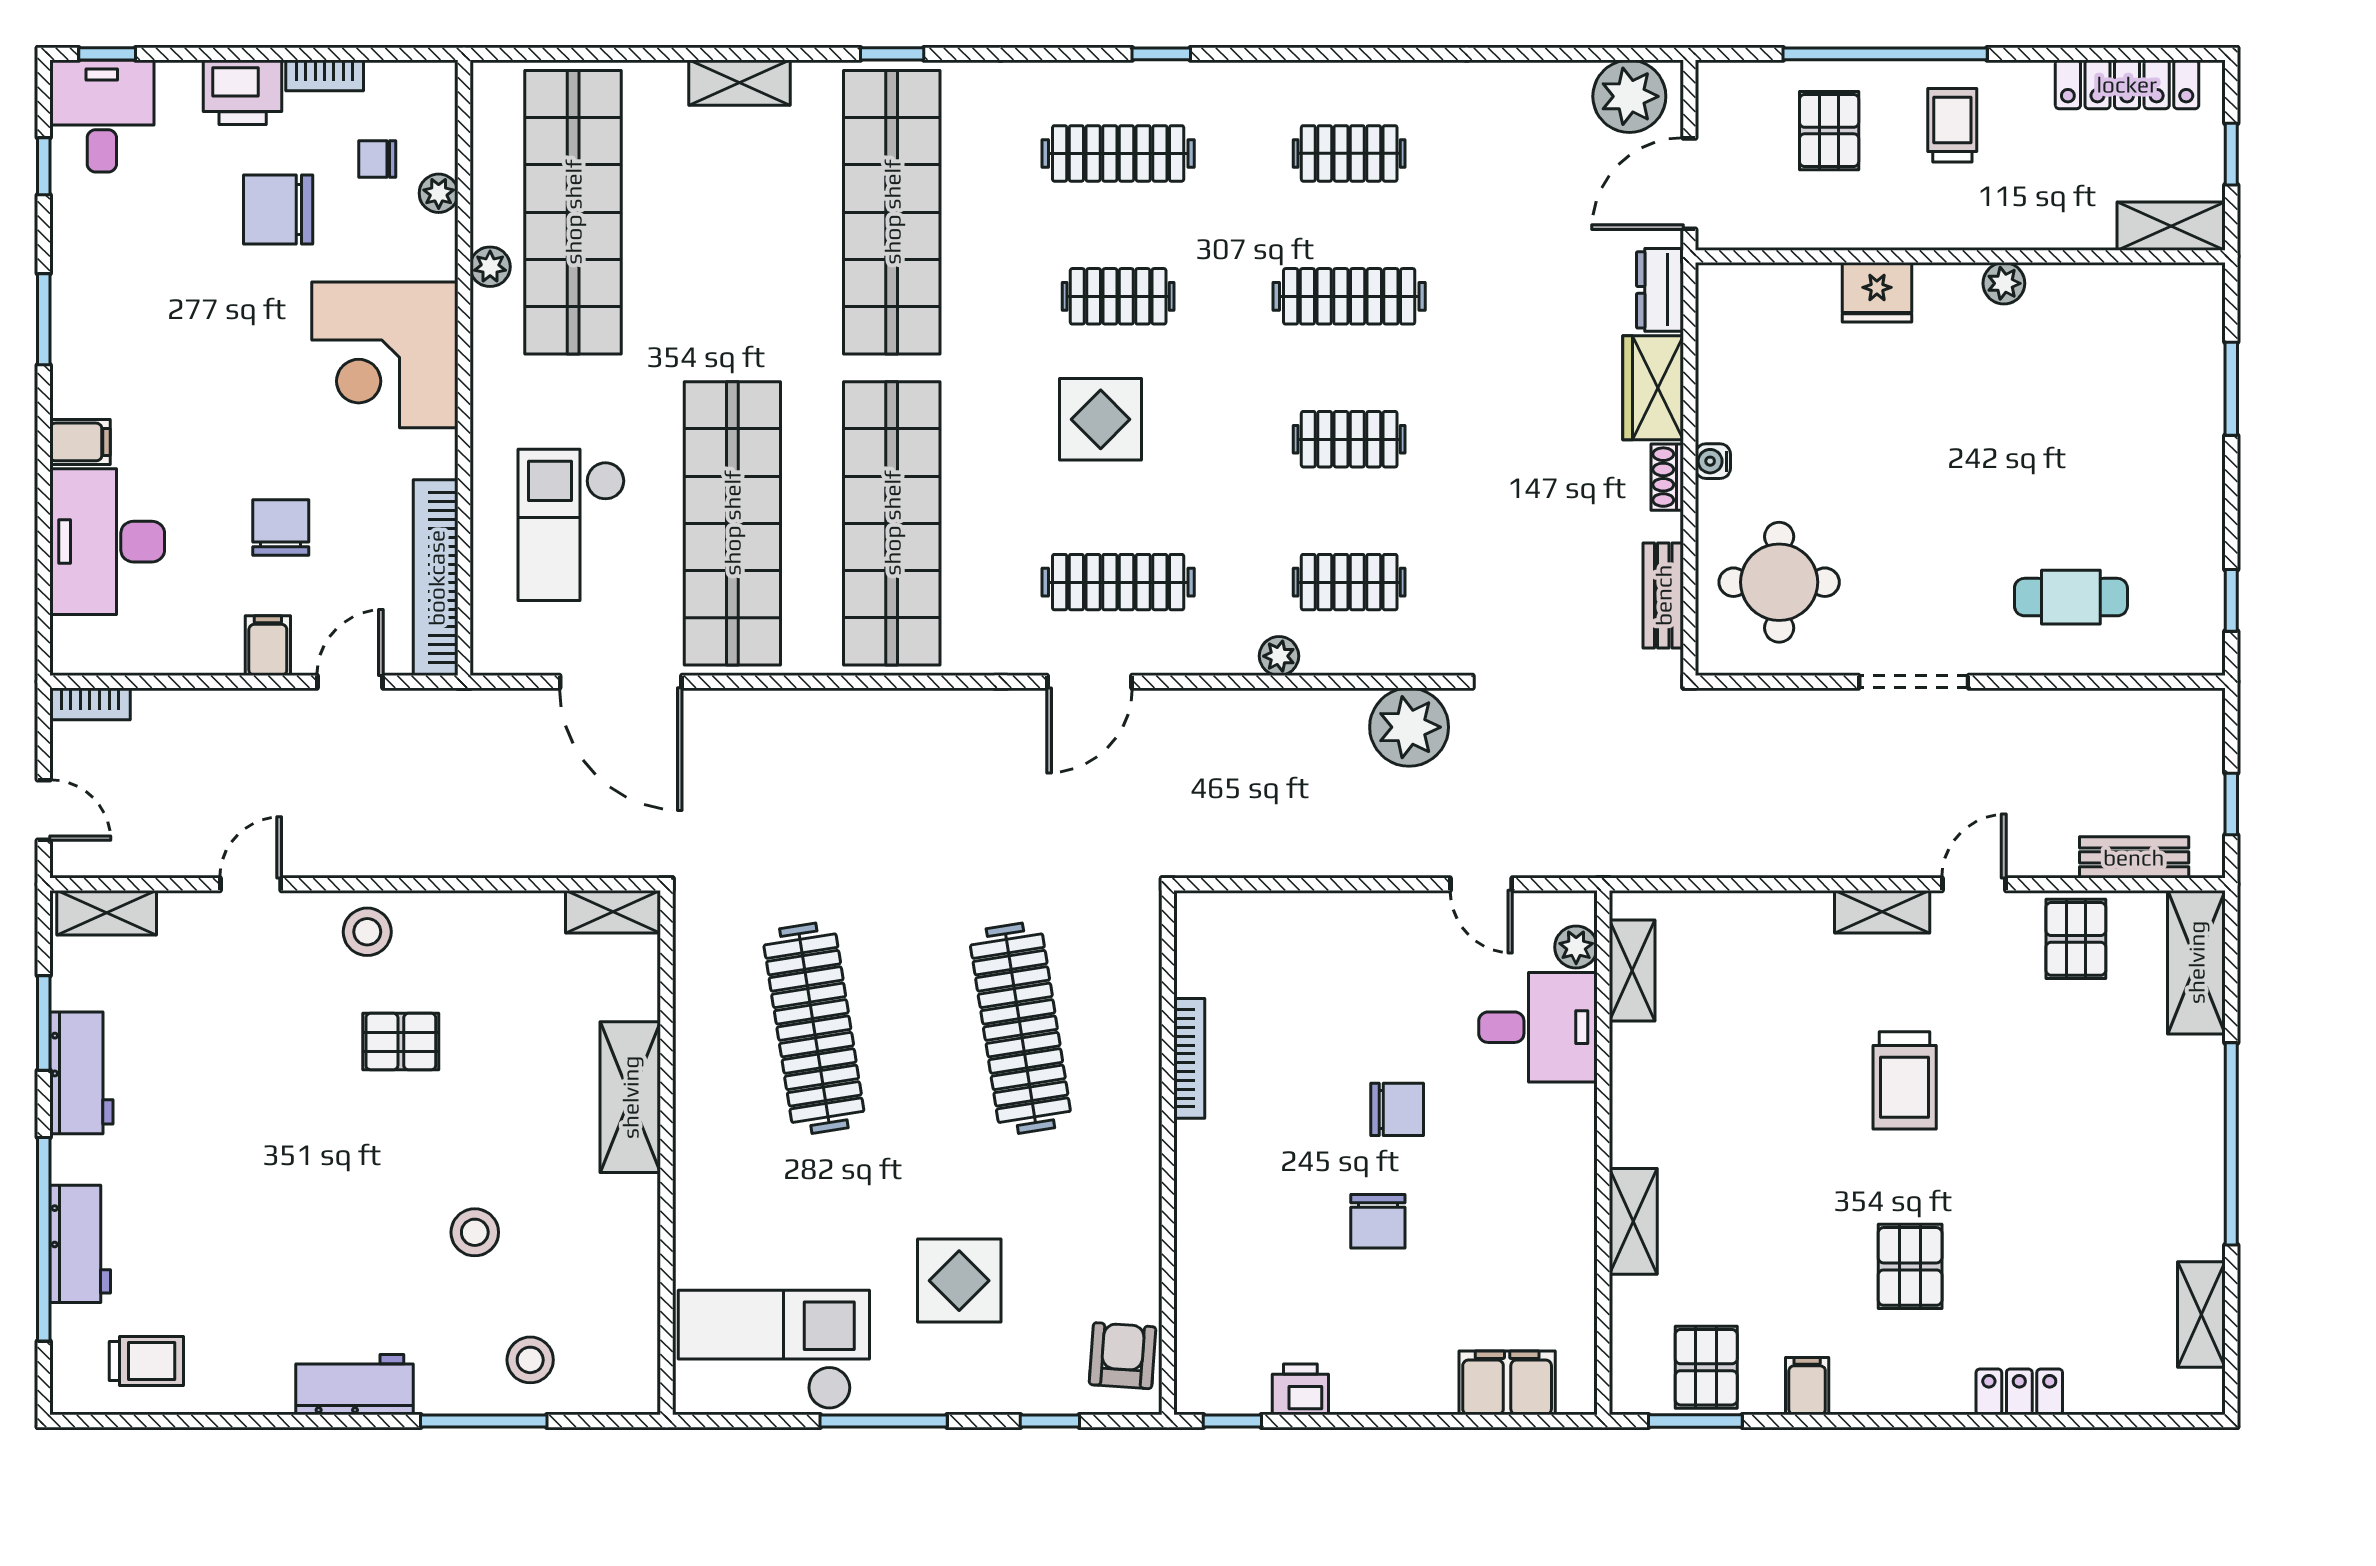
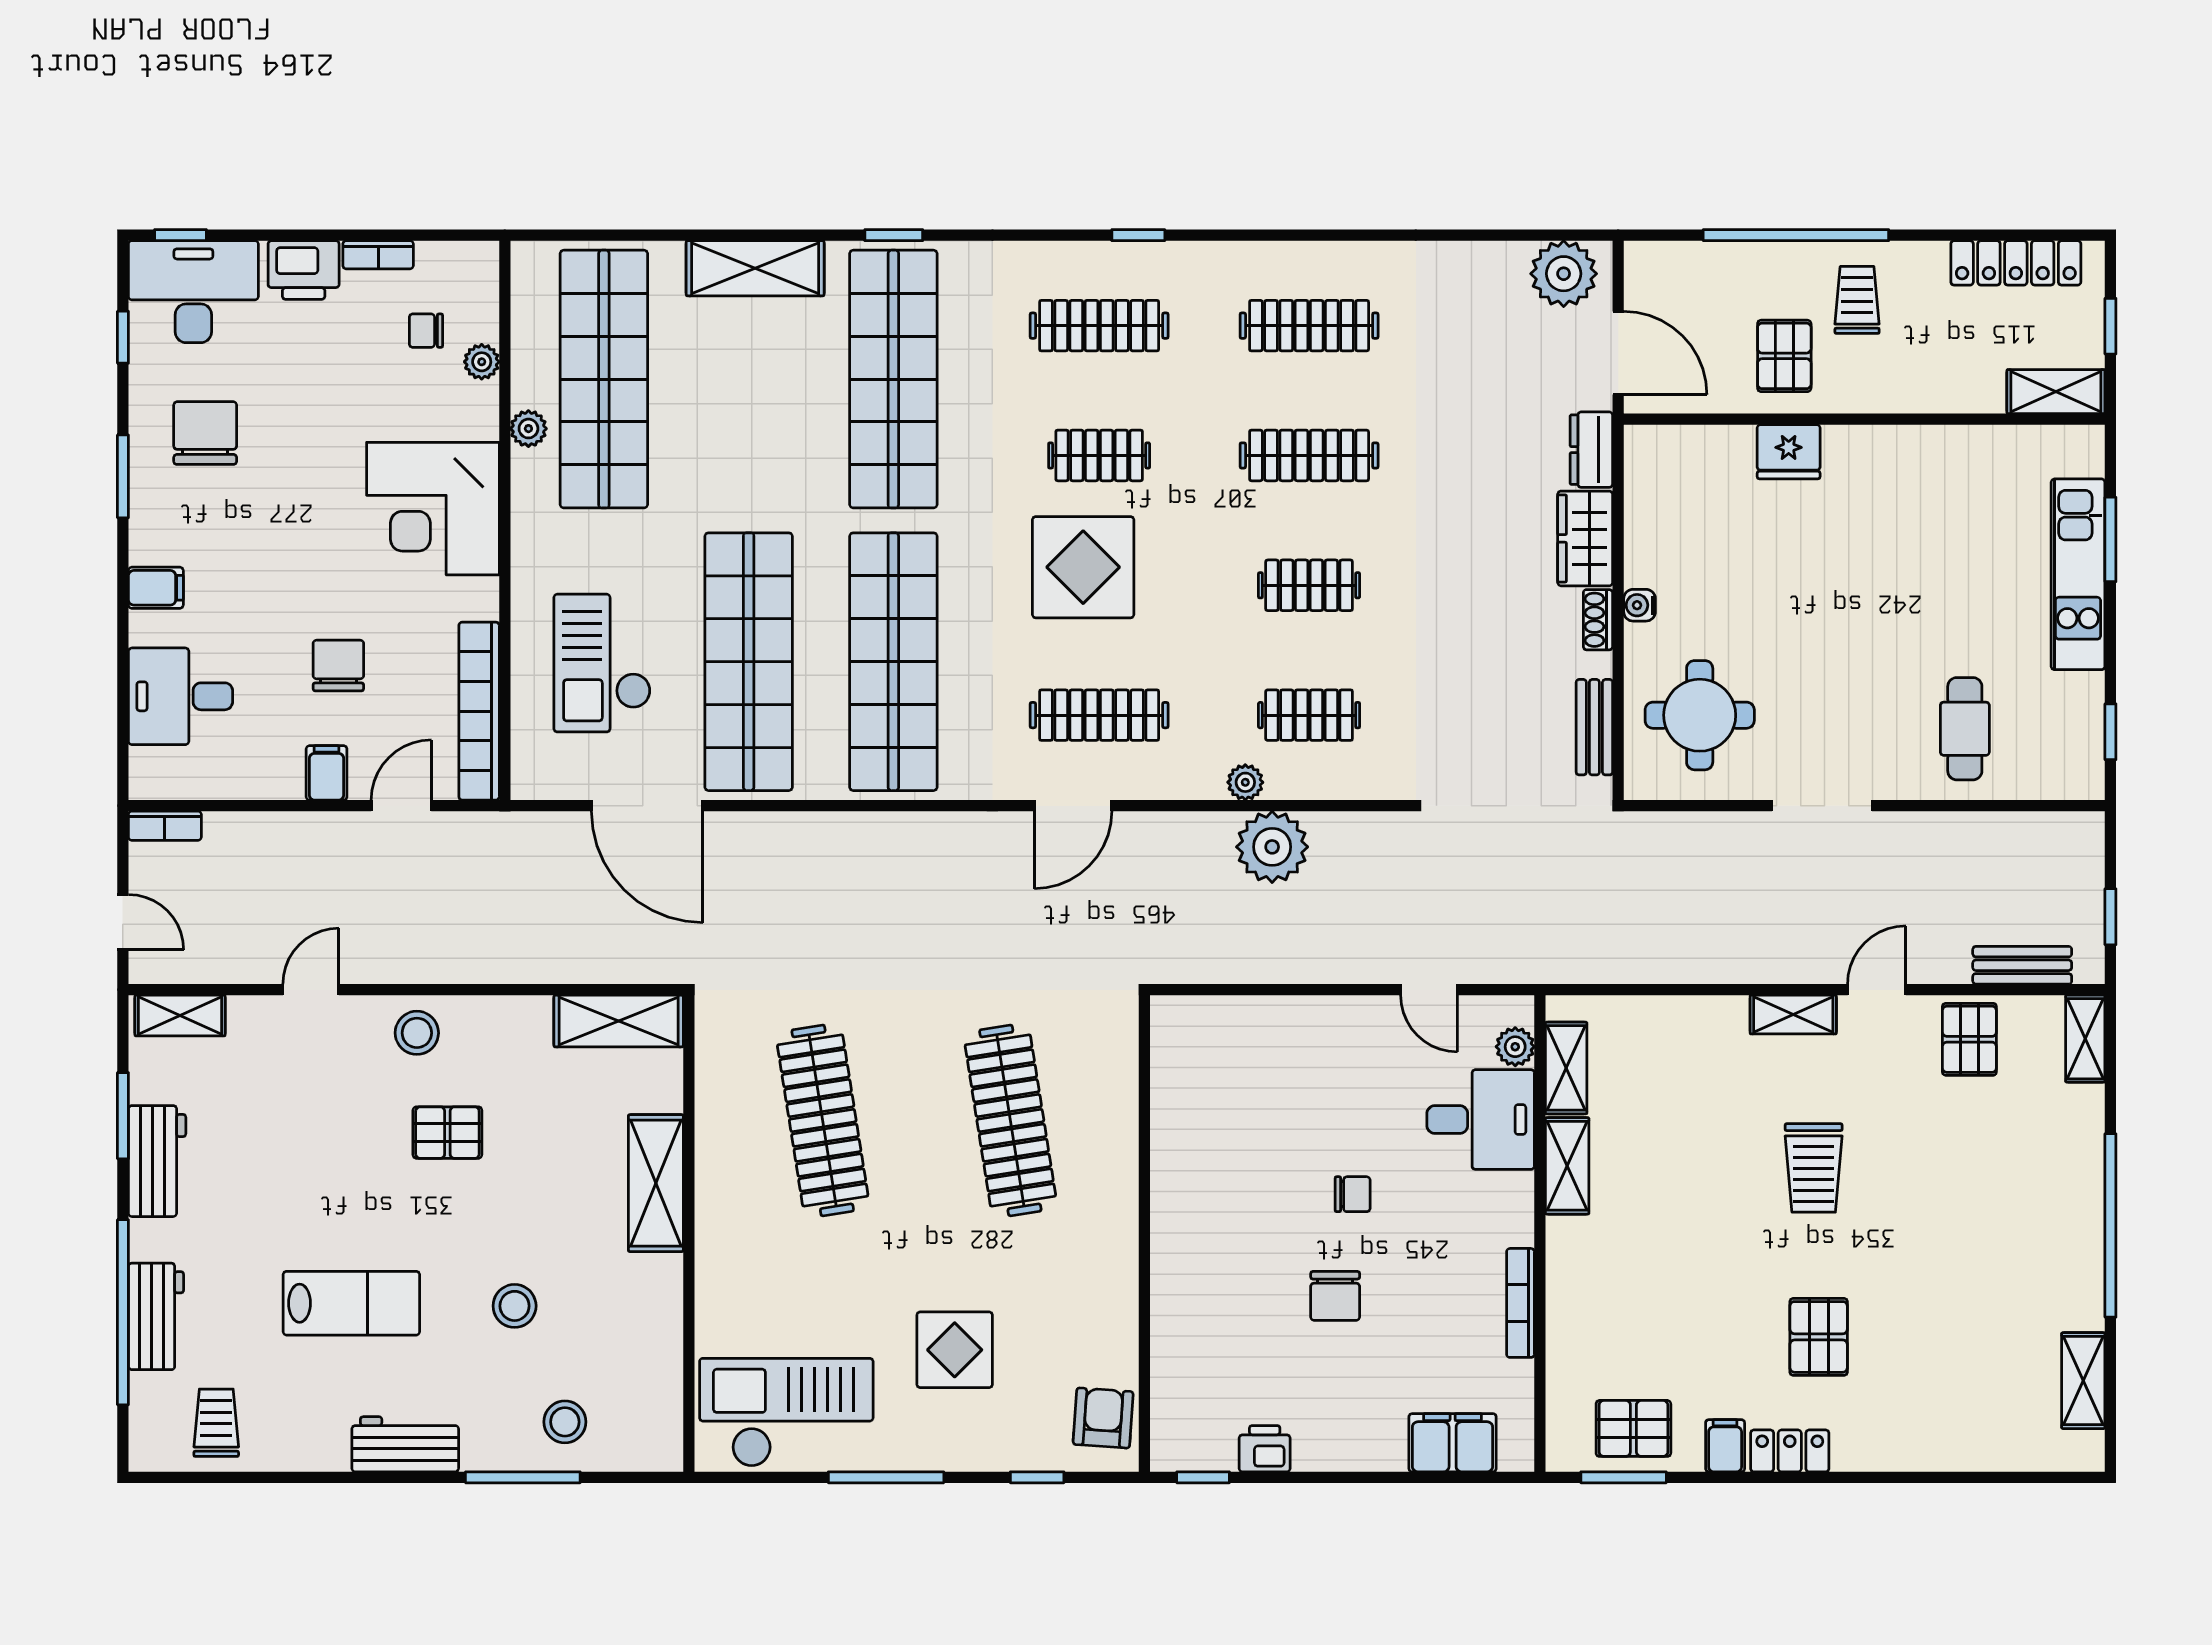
shelving: (740, 83) -> (755, 268), width x1.50, depth x1.33
desk: (102, 116) -> (193, 292), width x1.37
pallet: (1829, 131) -> (1784, 356), moved
clothes rail: (1349, 153) -> (1309, 326), width x1.36
door: (1689, 184) -> (1618, 353), swing flipped
chair: (278, 209) -> (205, 433), moved, turned 90
plant: (2004, 283) -> (1904, 444), removed
display table: (1101, 419) -> (1083, 567), width x1.36, depth x1.36
kitchen unit: (2196, 427) -> (2078, 574), added
desk: (107, 542) -> (181, 696), width x0.73
cafe table: (2071, 597) -> (1965, 729), turned 90
plant: (1409, 727) -> (1272, 847), moved
shelving: (613, 912) -> (619, 1021), width x1.50, depth x1.33
shelving: (2196, 962) -> (2085, 1039), width x0.67, depth x0.75
bookcase: (1189, 1058) -> (1520, 1303), moved, turned 180
chair: (1397, 1109) -> (1353, 1194), width x0.73, depth x0.73
shelving: (1633, 1221) -> (1567, 1166), moved
lab bench: (295, 1229) -> (351, 1303), added
trolley: (146, 1361) -> (216, 1423), turned -90
pallet: (1706, 1367) -> (1633, 1428), turned 90
locker: (2019, 1392) -> (1790, 1451), moved

